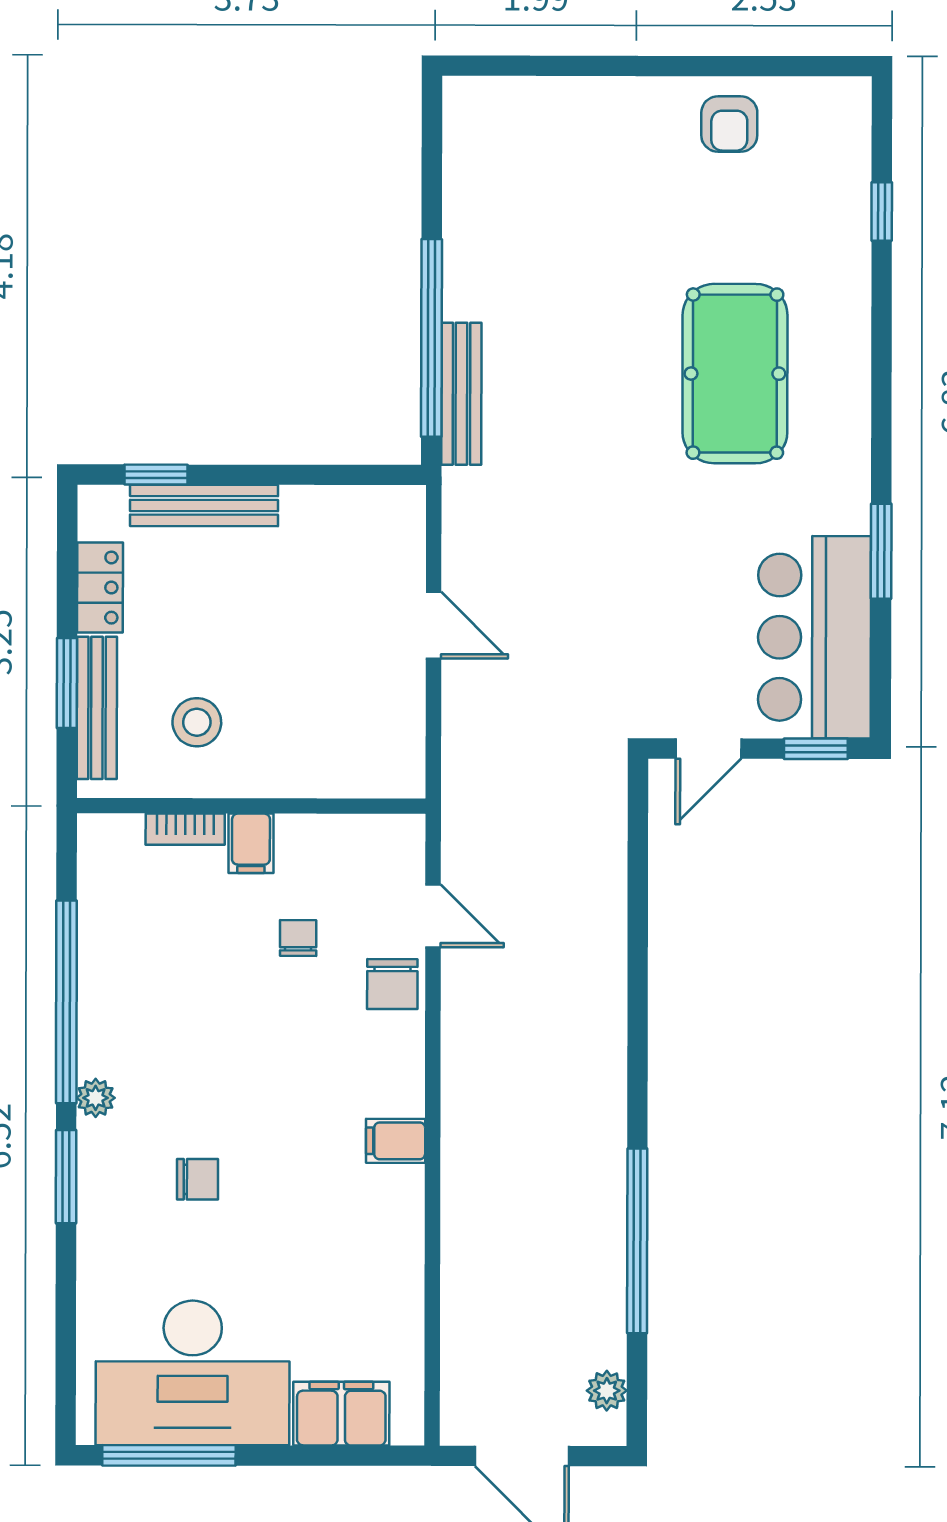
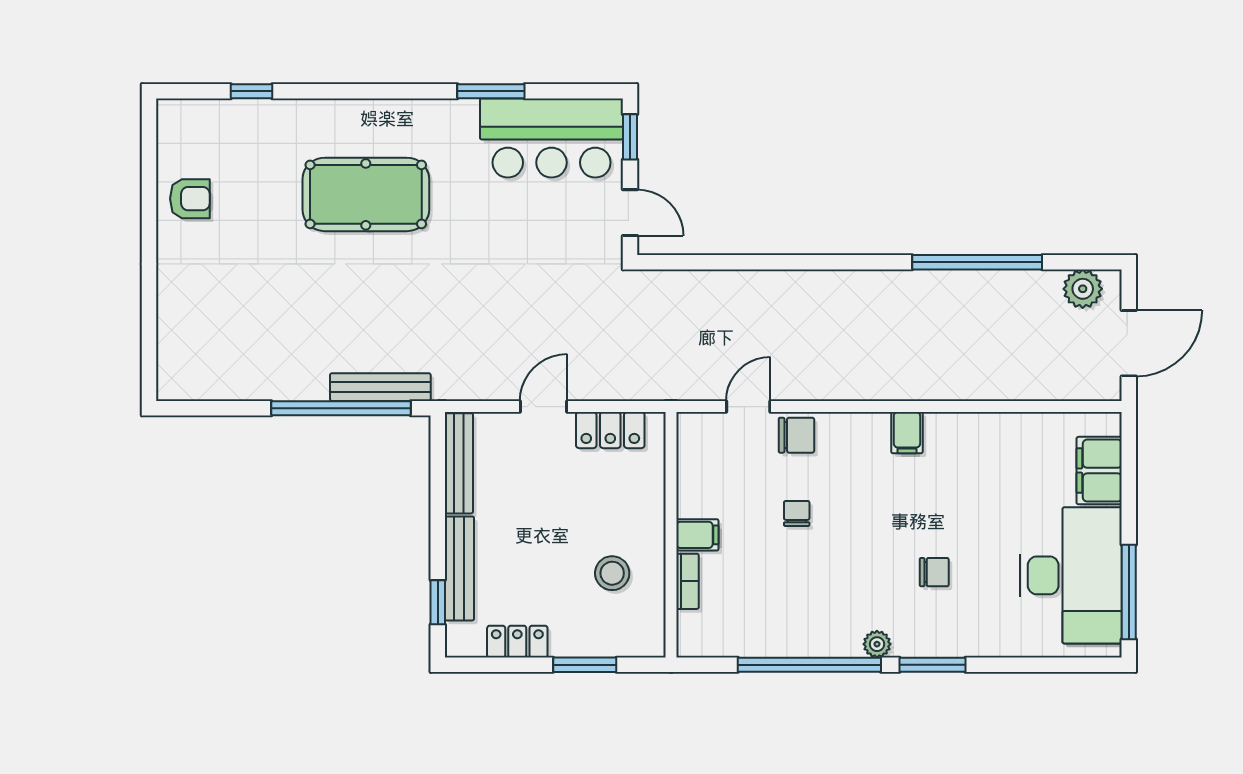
bench: (97, 708) -> (459, 463), moved, turned 90
locker: (400, 720) -> (610, 430), added
chair: (298, 938) -> (797, 513), moved, turned 90
chair: (198, 1179) -> (934, 572), turned 90
plant: (607, 1391) -> (1083, 289), width x1.38, depth x1.38

